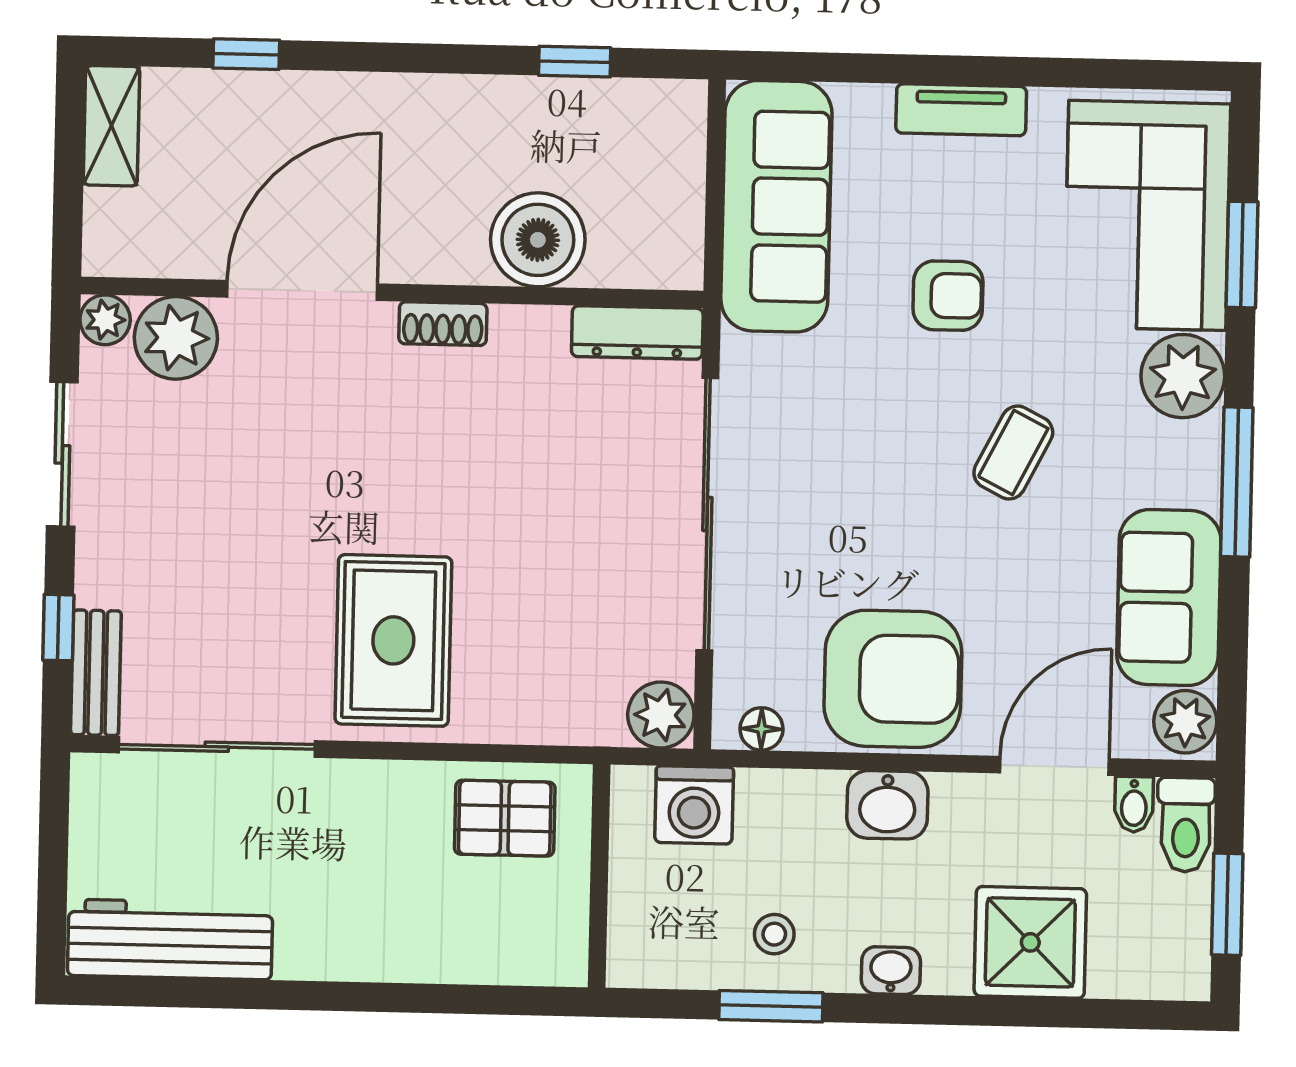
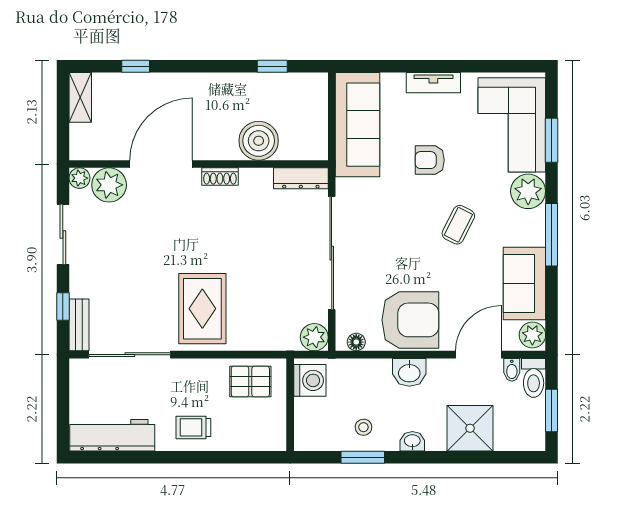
armchair: (948, 296) -> (430, 160), turned 180
washing machine: (694, 805) -> (310, 380), moved, turned -90
trolley: (365, 925) -> (193, 427), added

